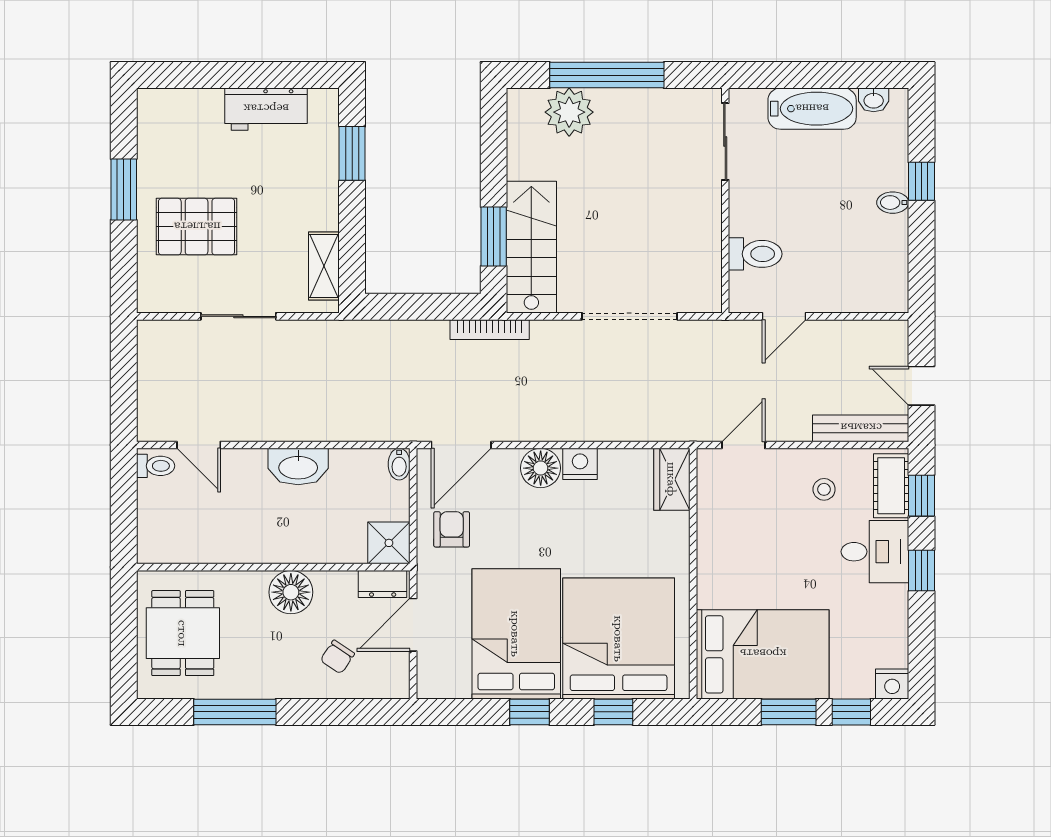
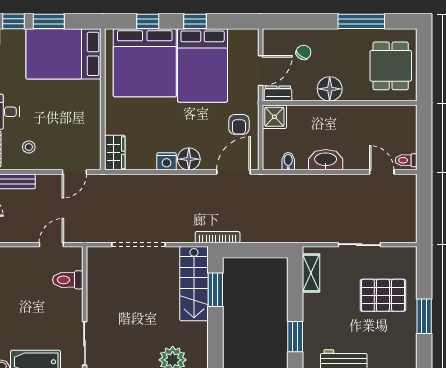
bidet: (399, 464) -> (288, 161), moved

